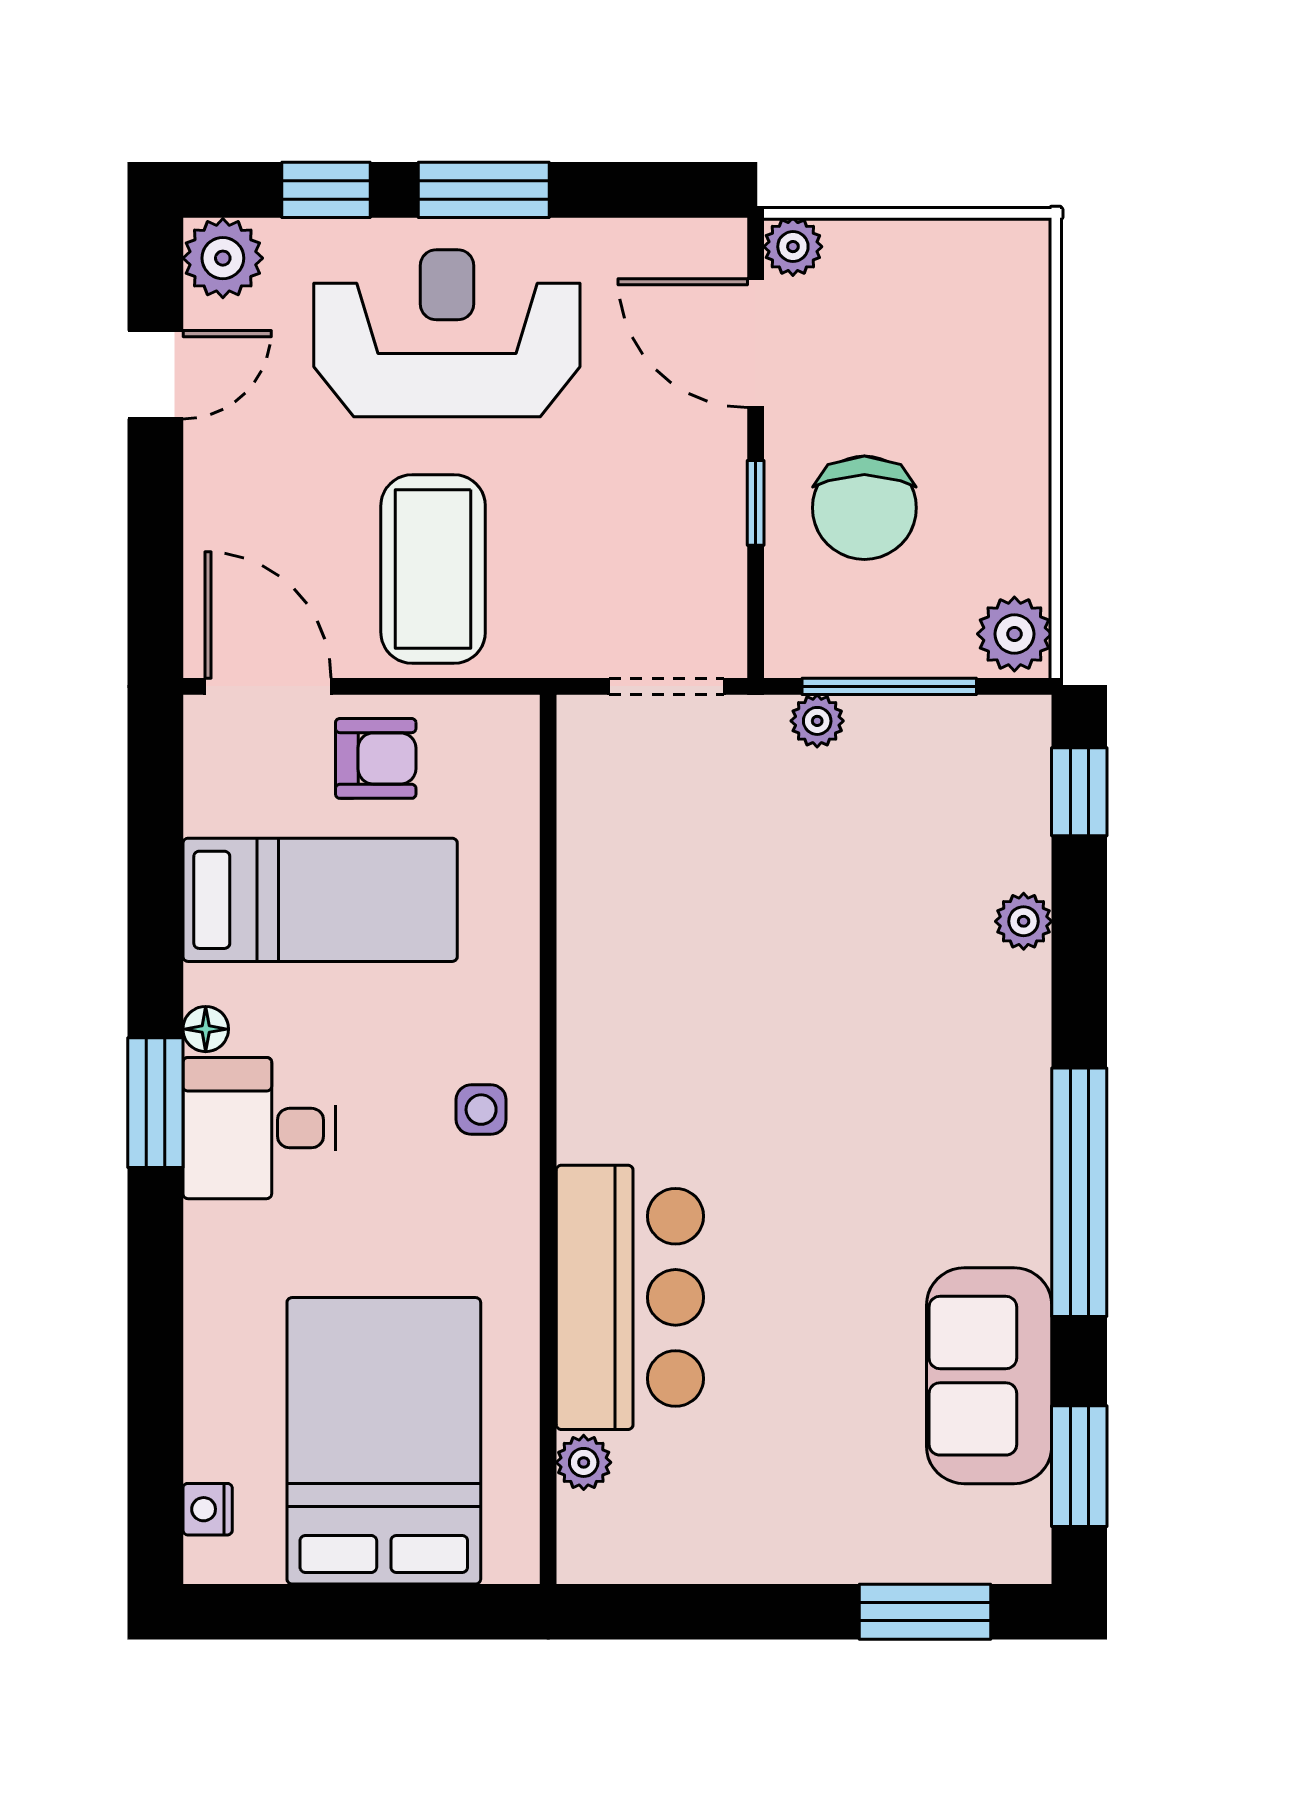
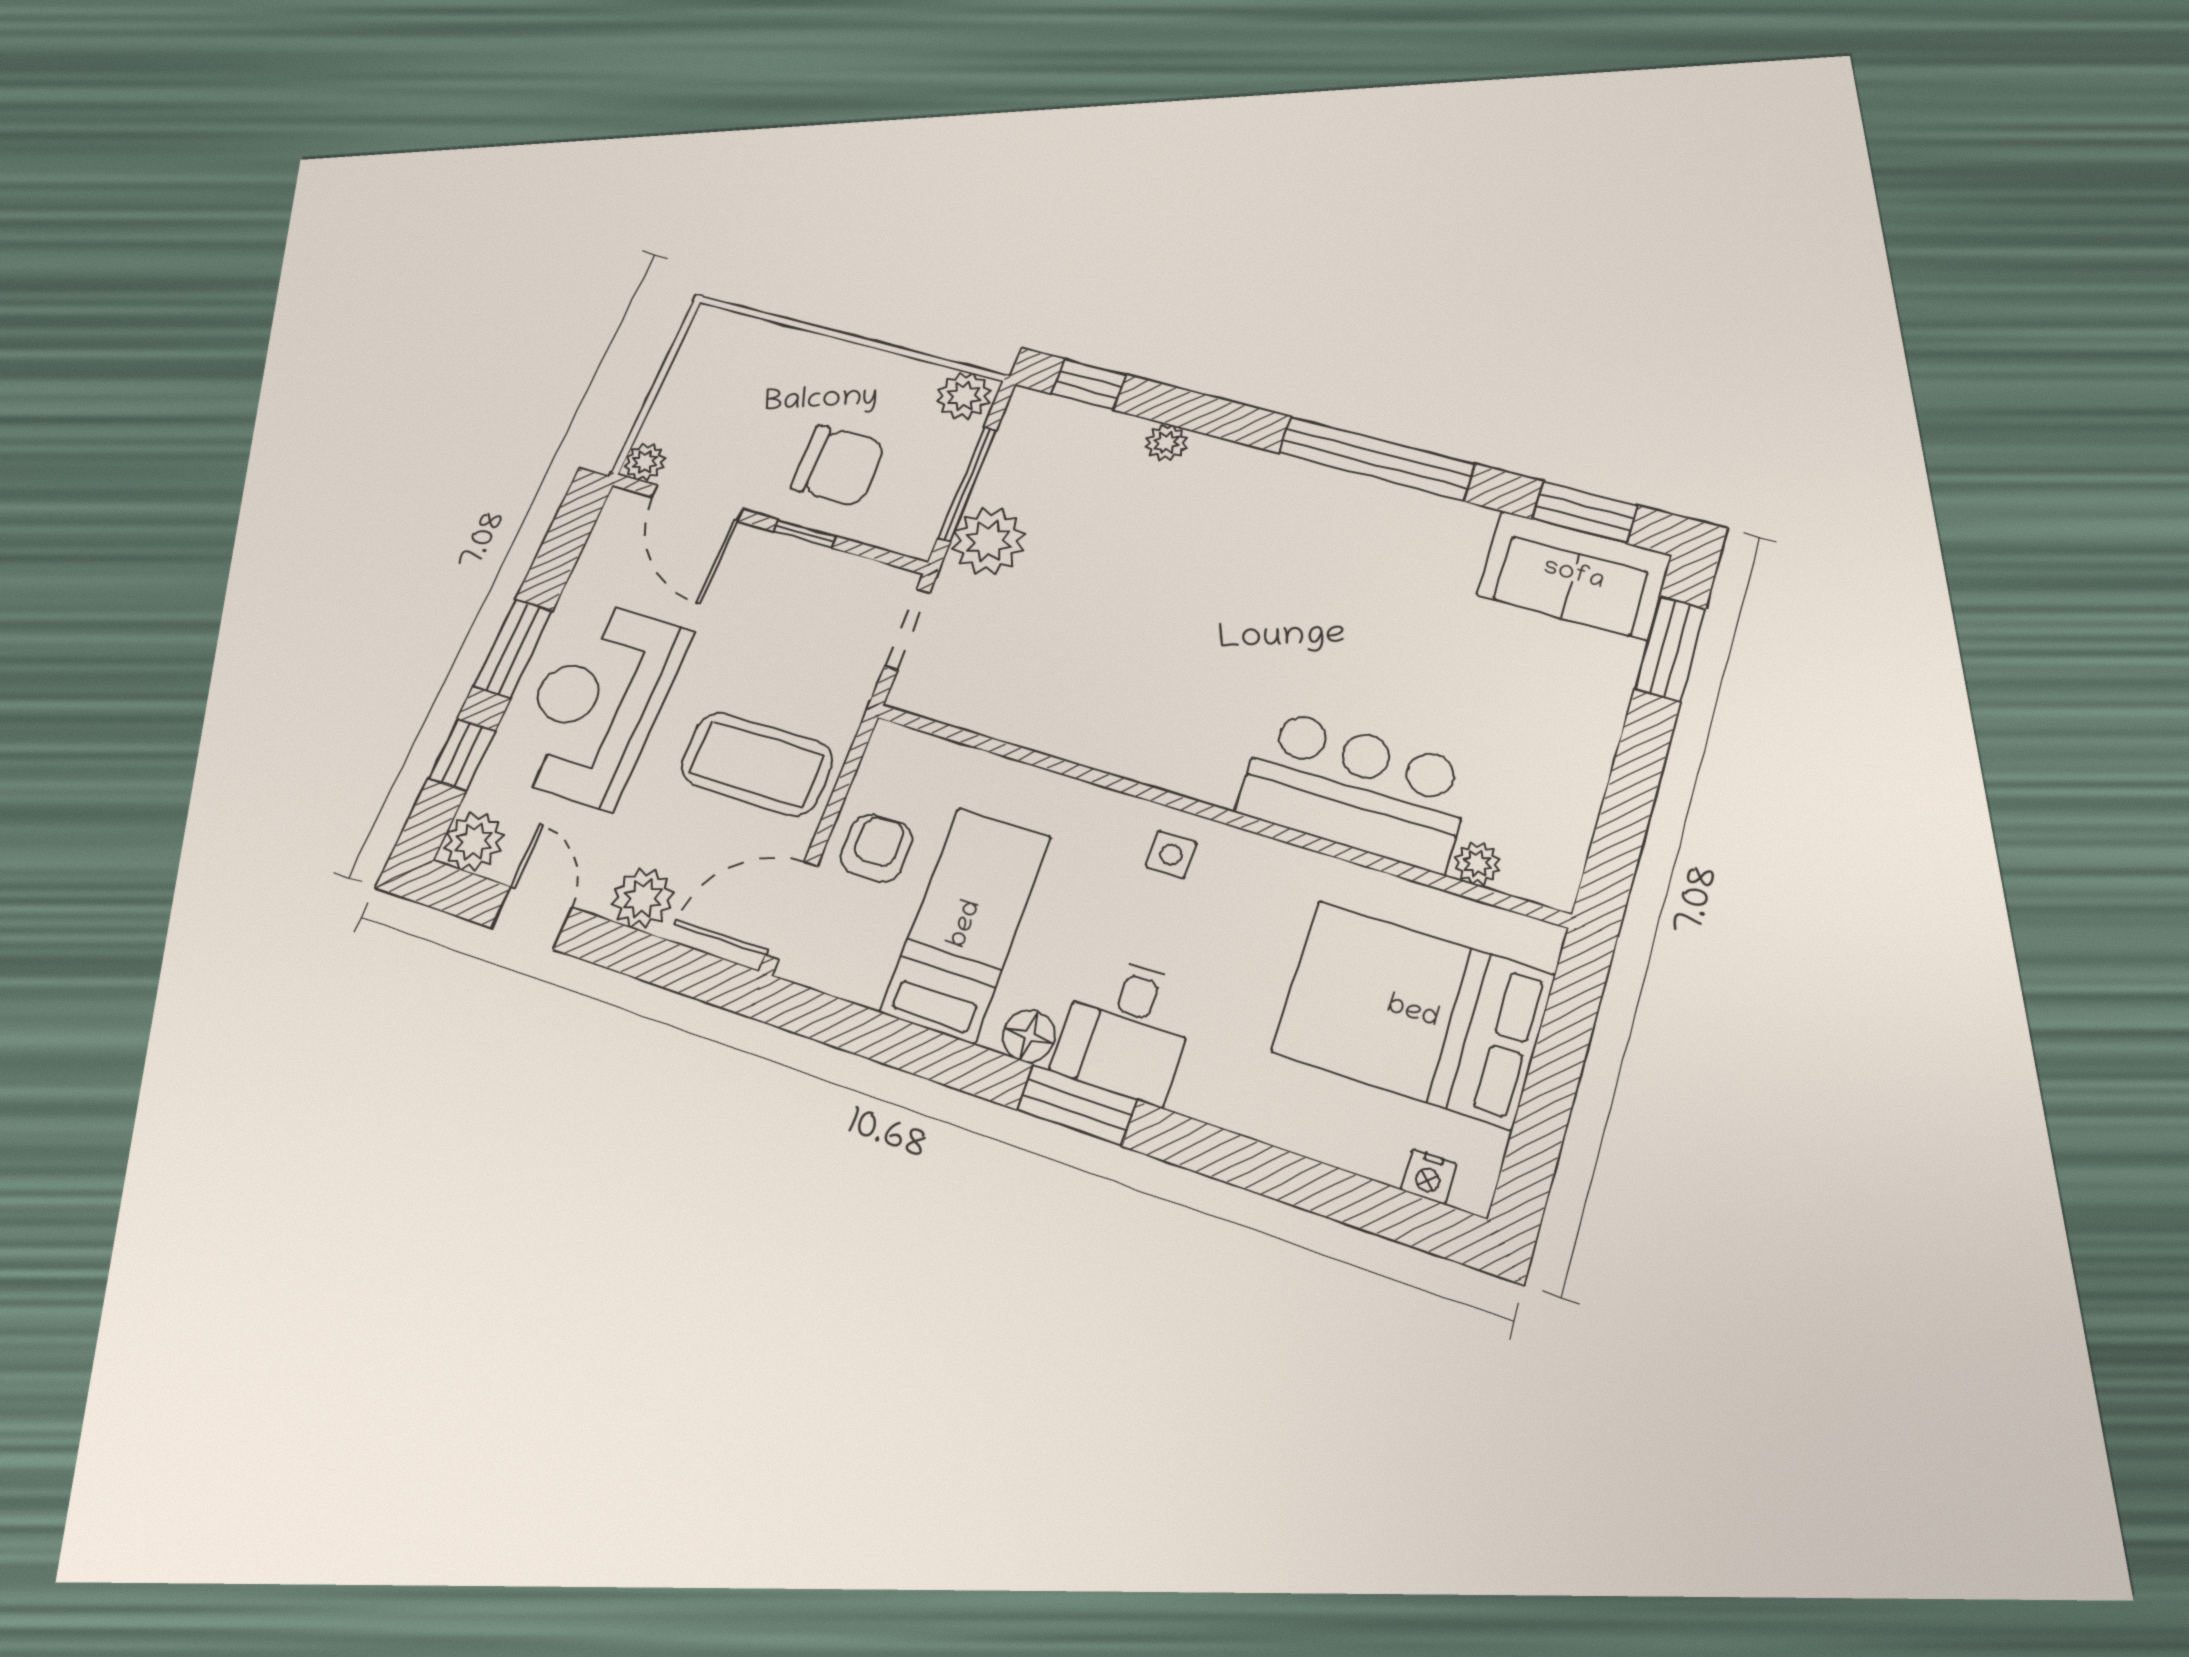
door: (756, 343) -> (697, 503), hinge flipped
plant: (223, 500) -> (643, 898), added
plant: (817, 721) -> (989, 541), width x1.88, depth x1.88
floor lamp: (206, 1029) -> (1029, 1036), width x1.37, depth x1.37
sofa: (989, 1376) -> (1574, 575), moved

